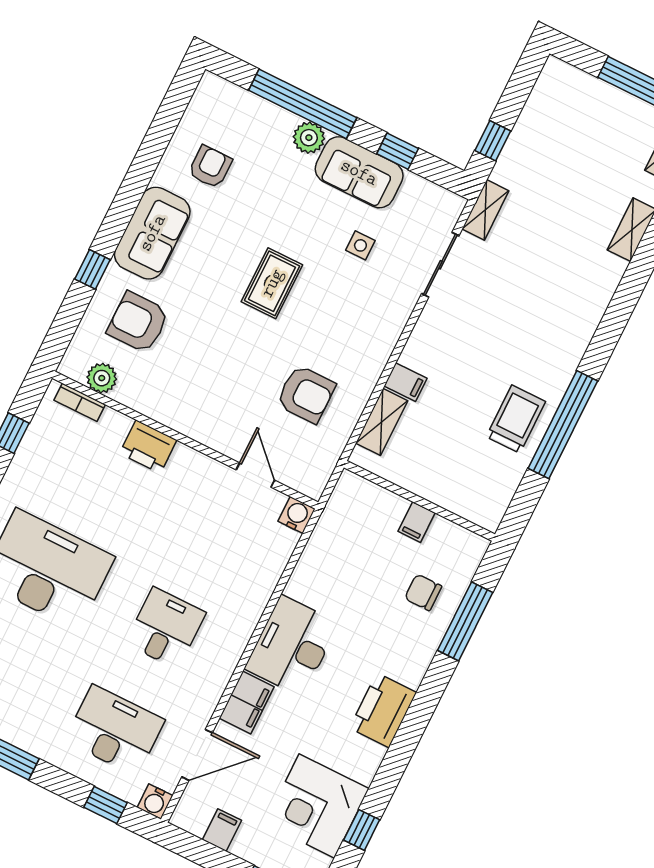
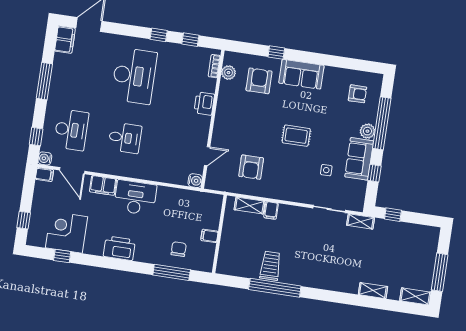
armchair: (210, 167) -> (357, 94), moved
trolley: (516, 419) -> (270, 266), turned -90
filing cabinet: (222, 830) -> (44, 175), moved

